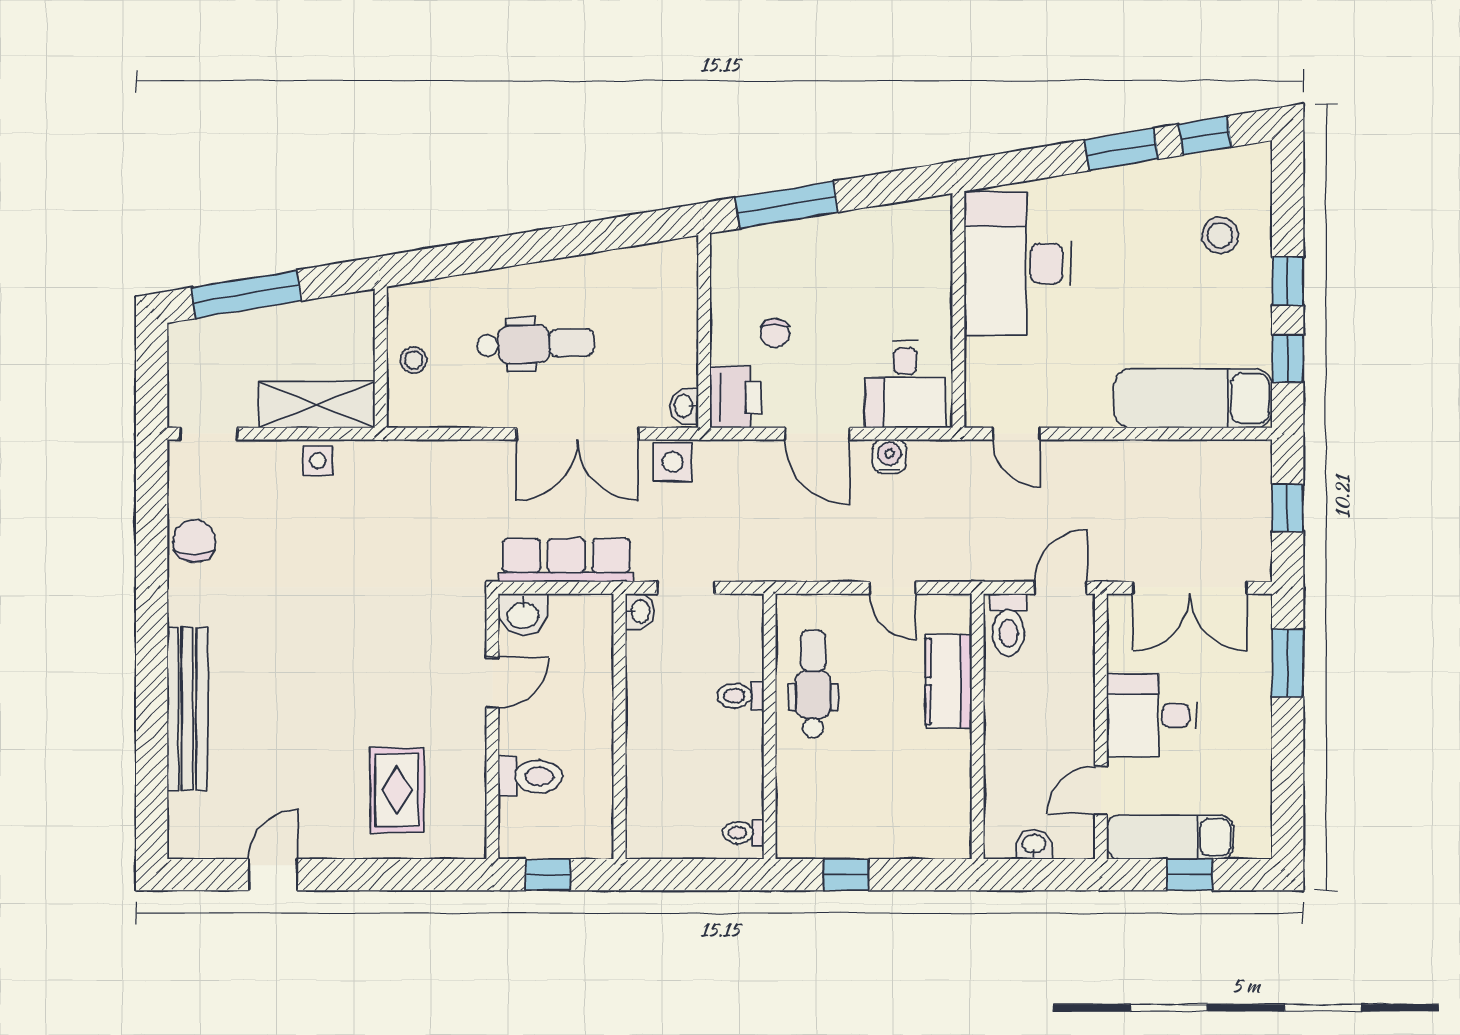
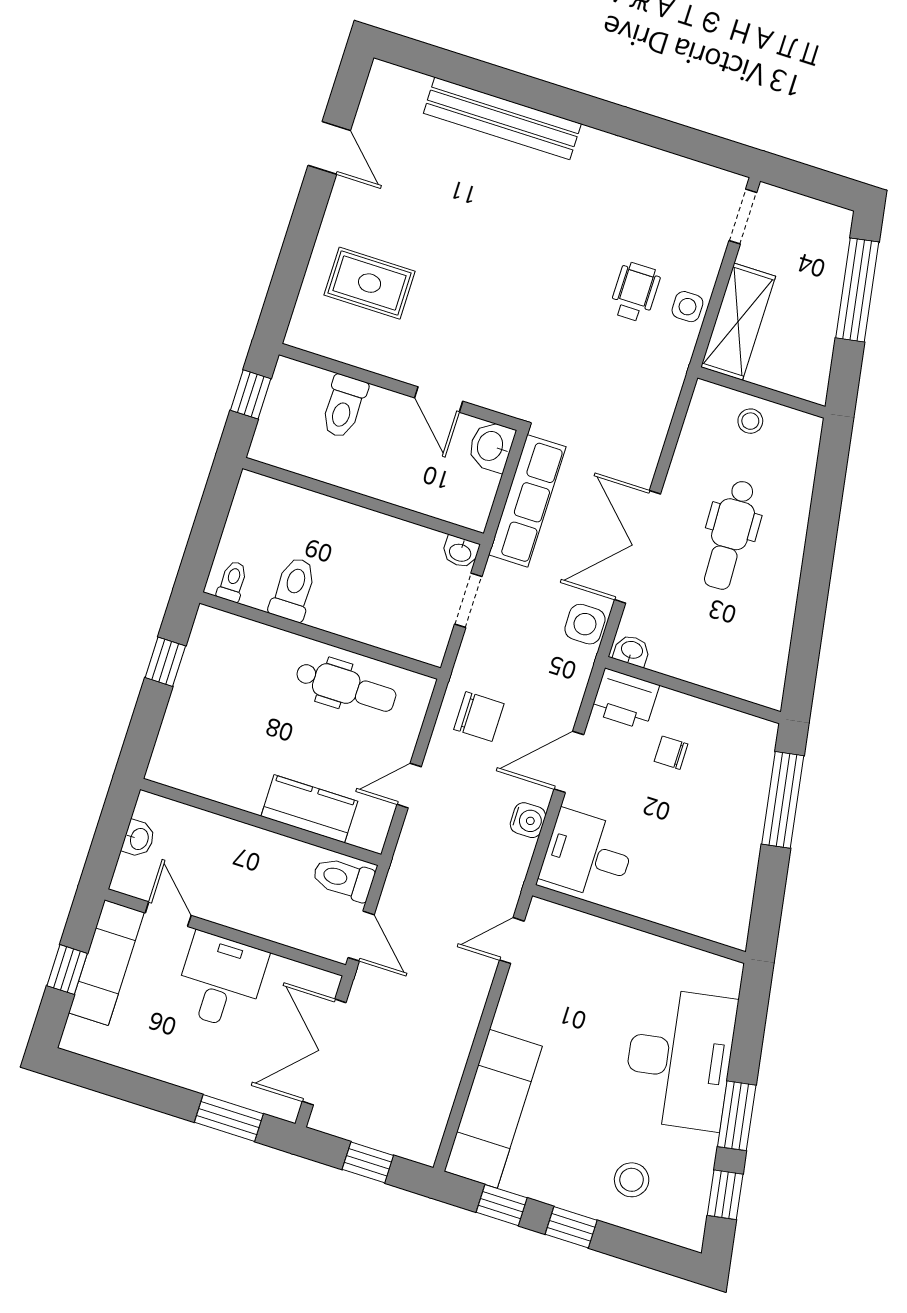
desk: (1018, 264) -> (679, 1059), moved, turned 81
wheelchair: (320, 519) -> (635, 292), added
chair: (194, 541) -> (479, 717), moved
toilet: (740, 696) -> (293, 589), moved, width x1.37, depth x1.39

